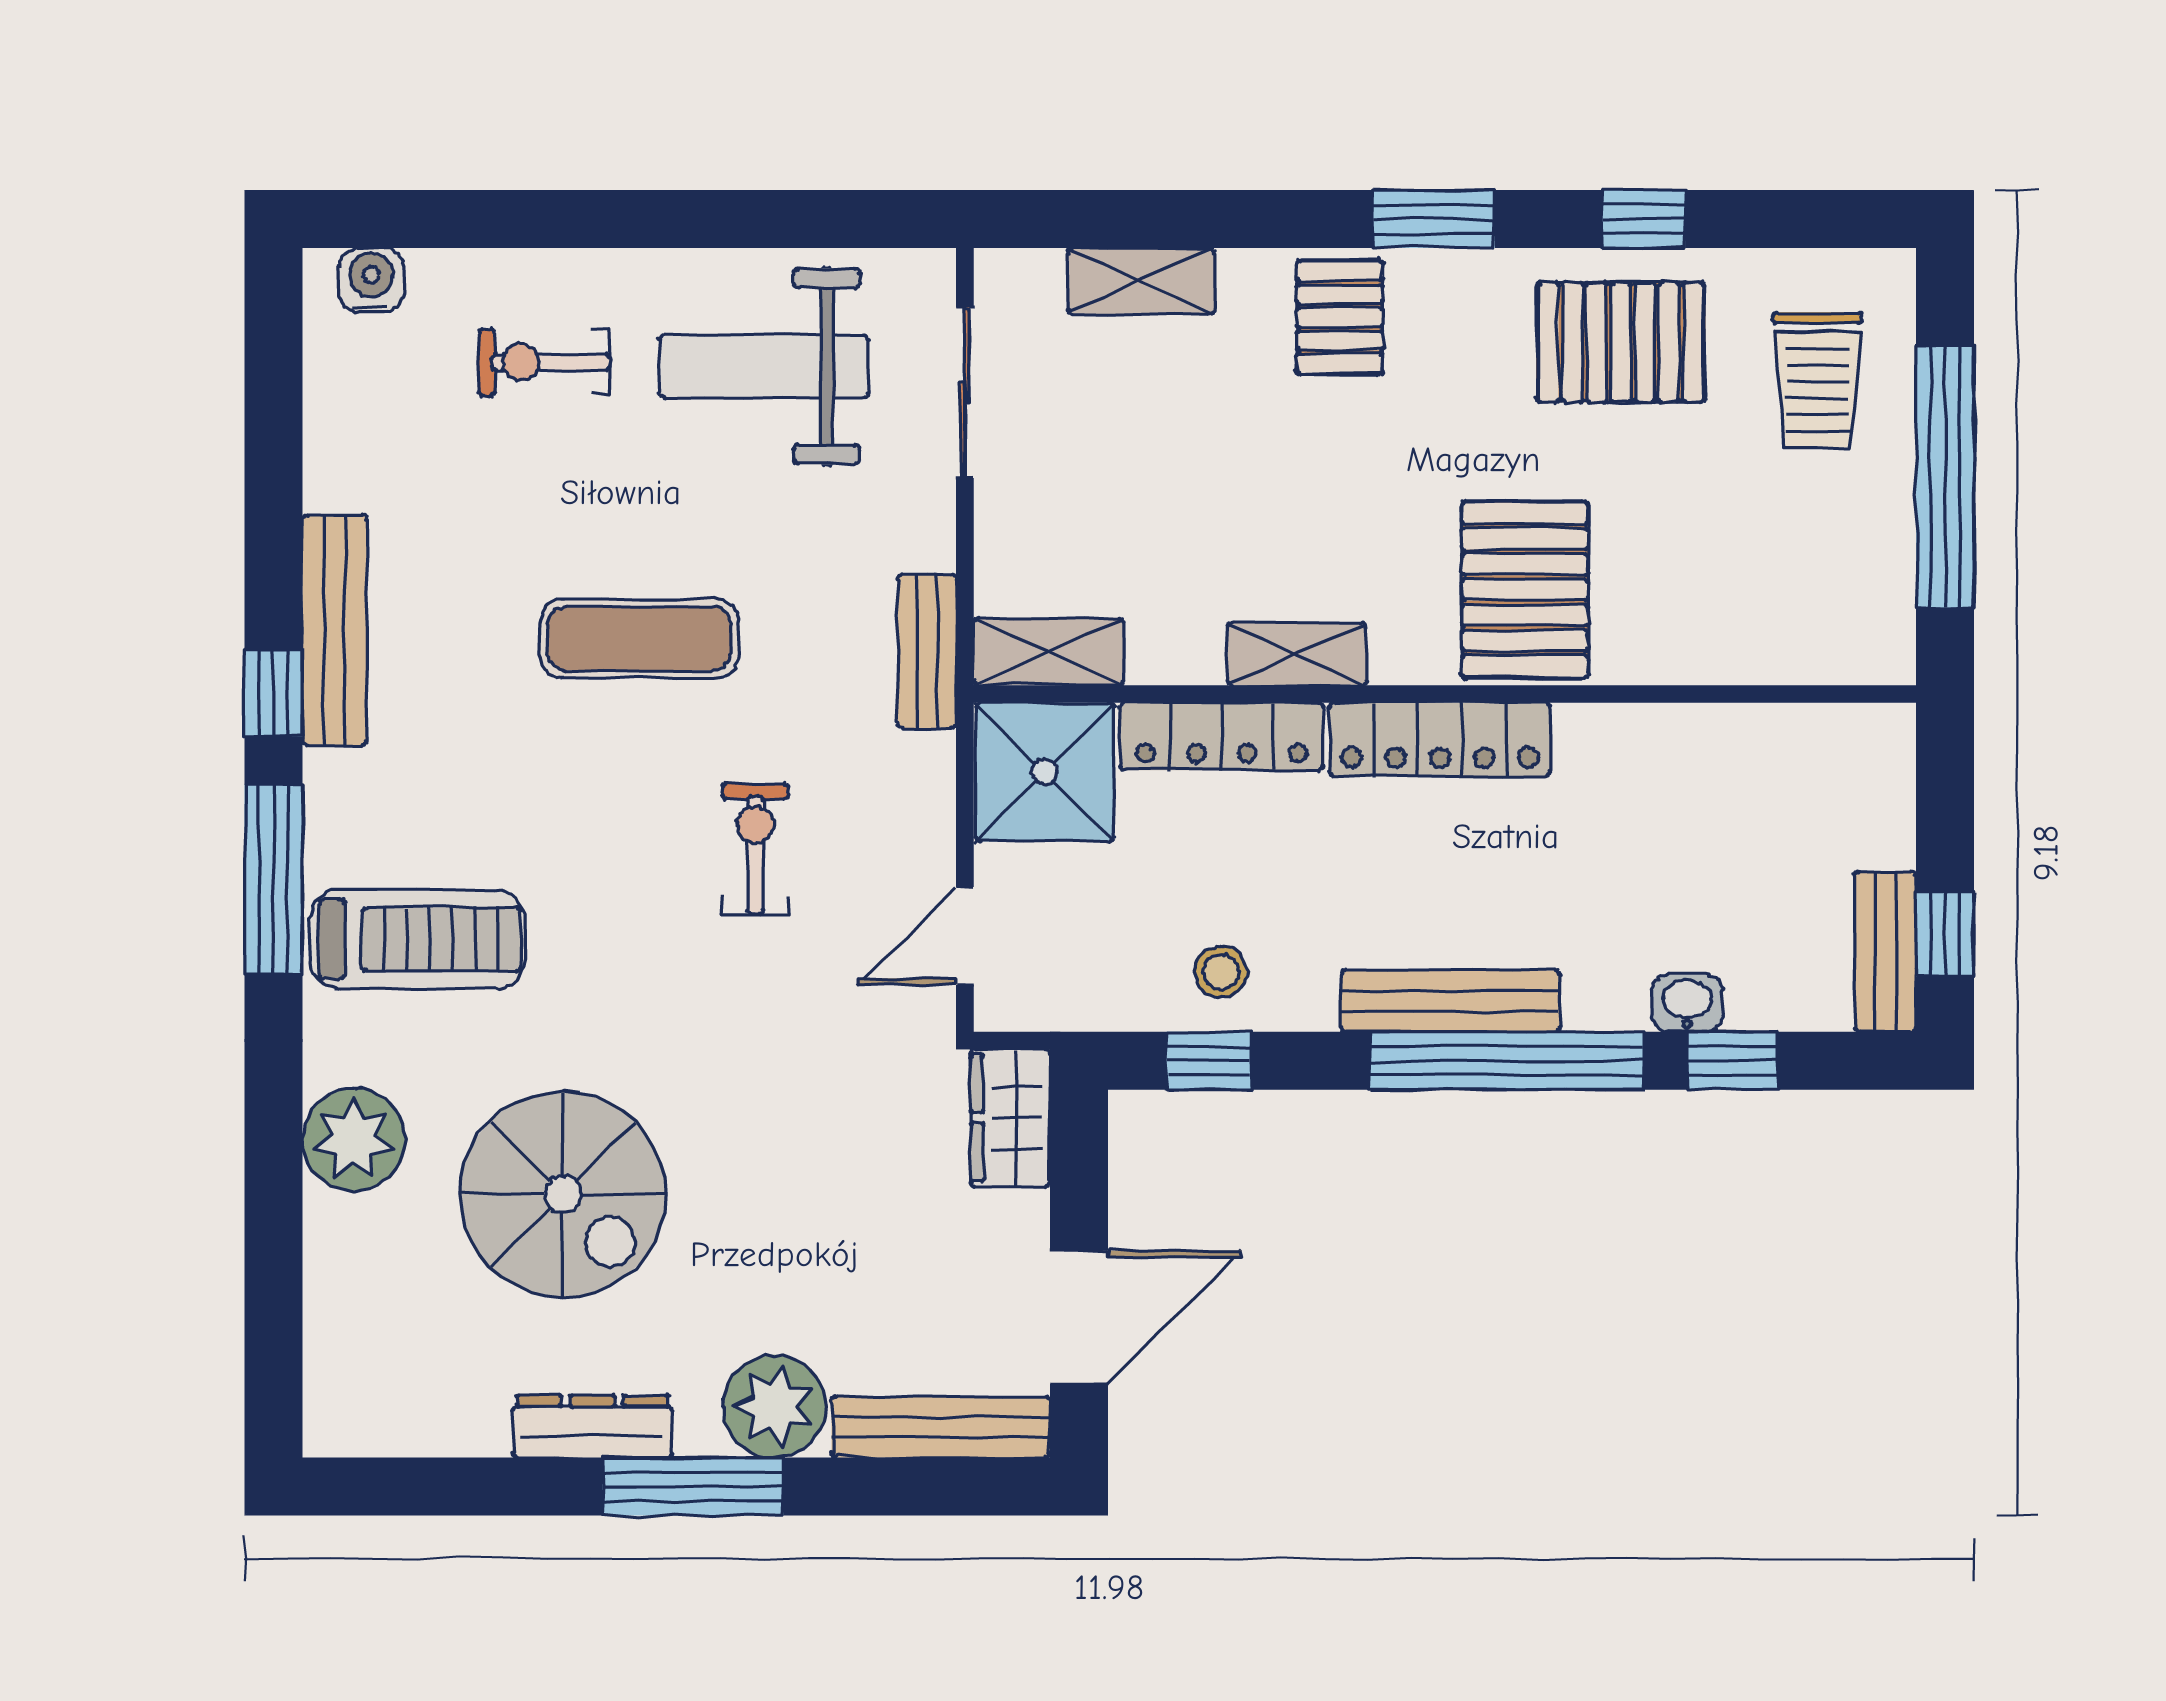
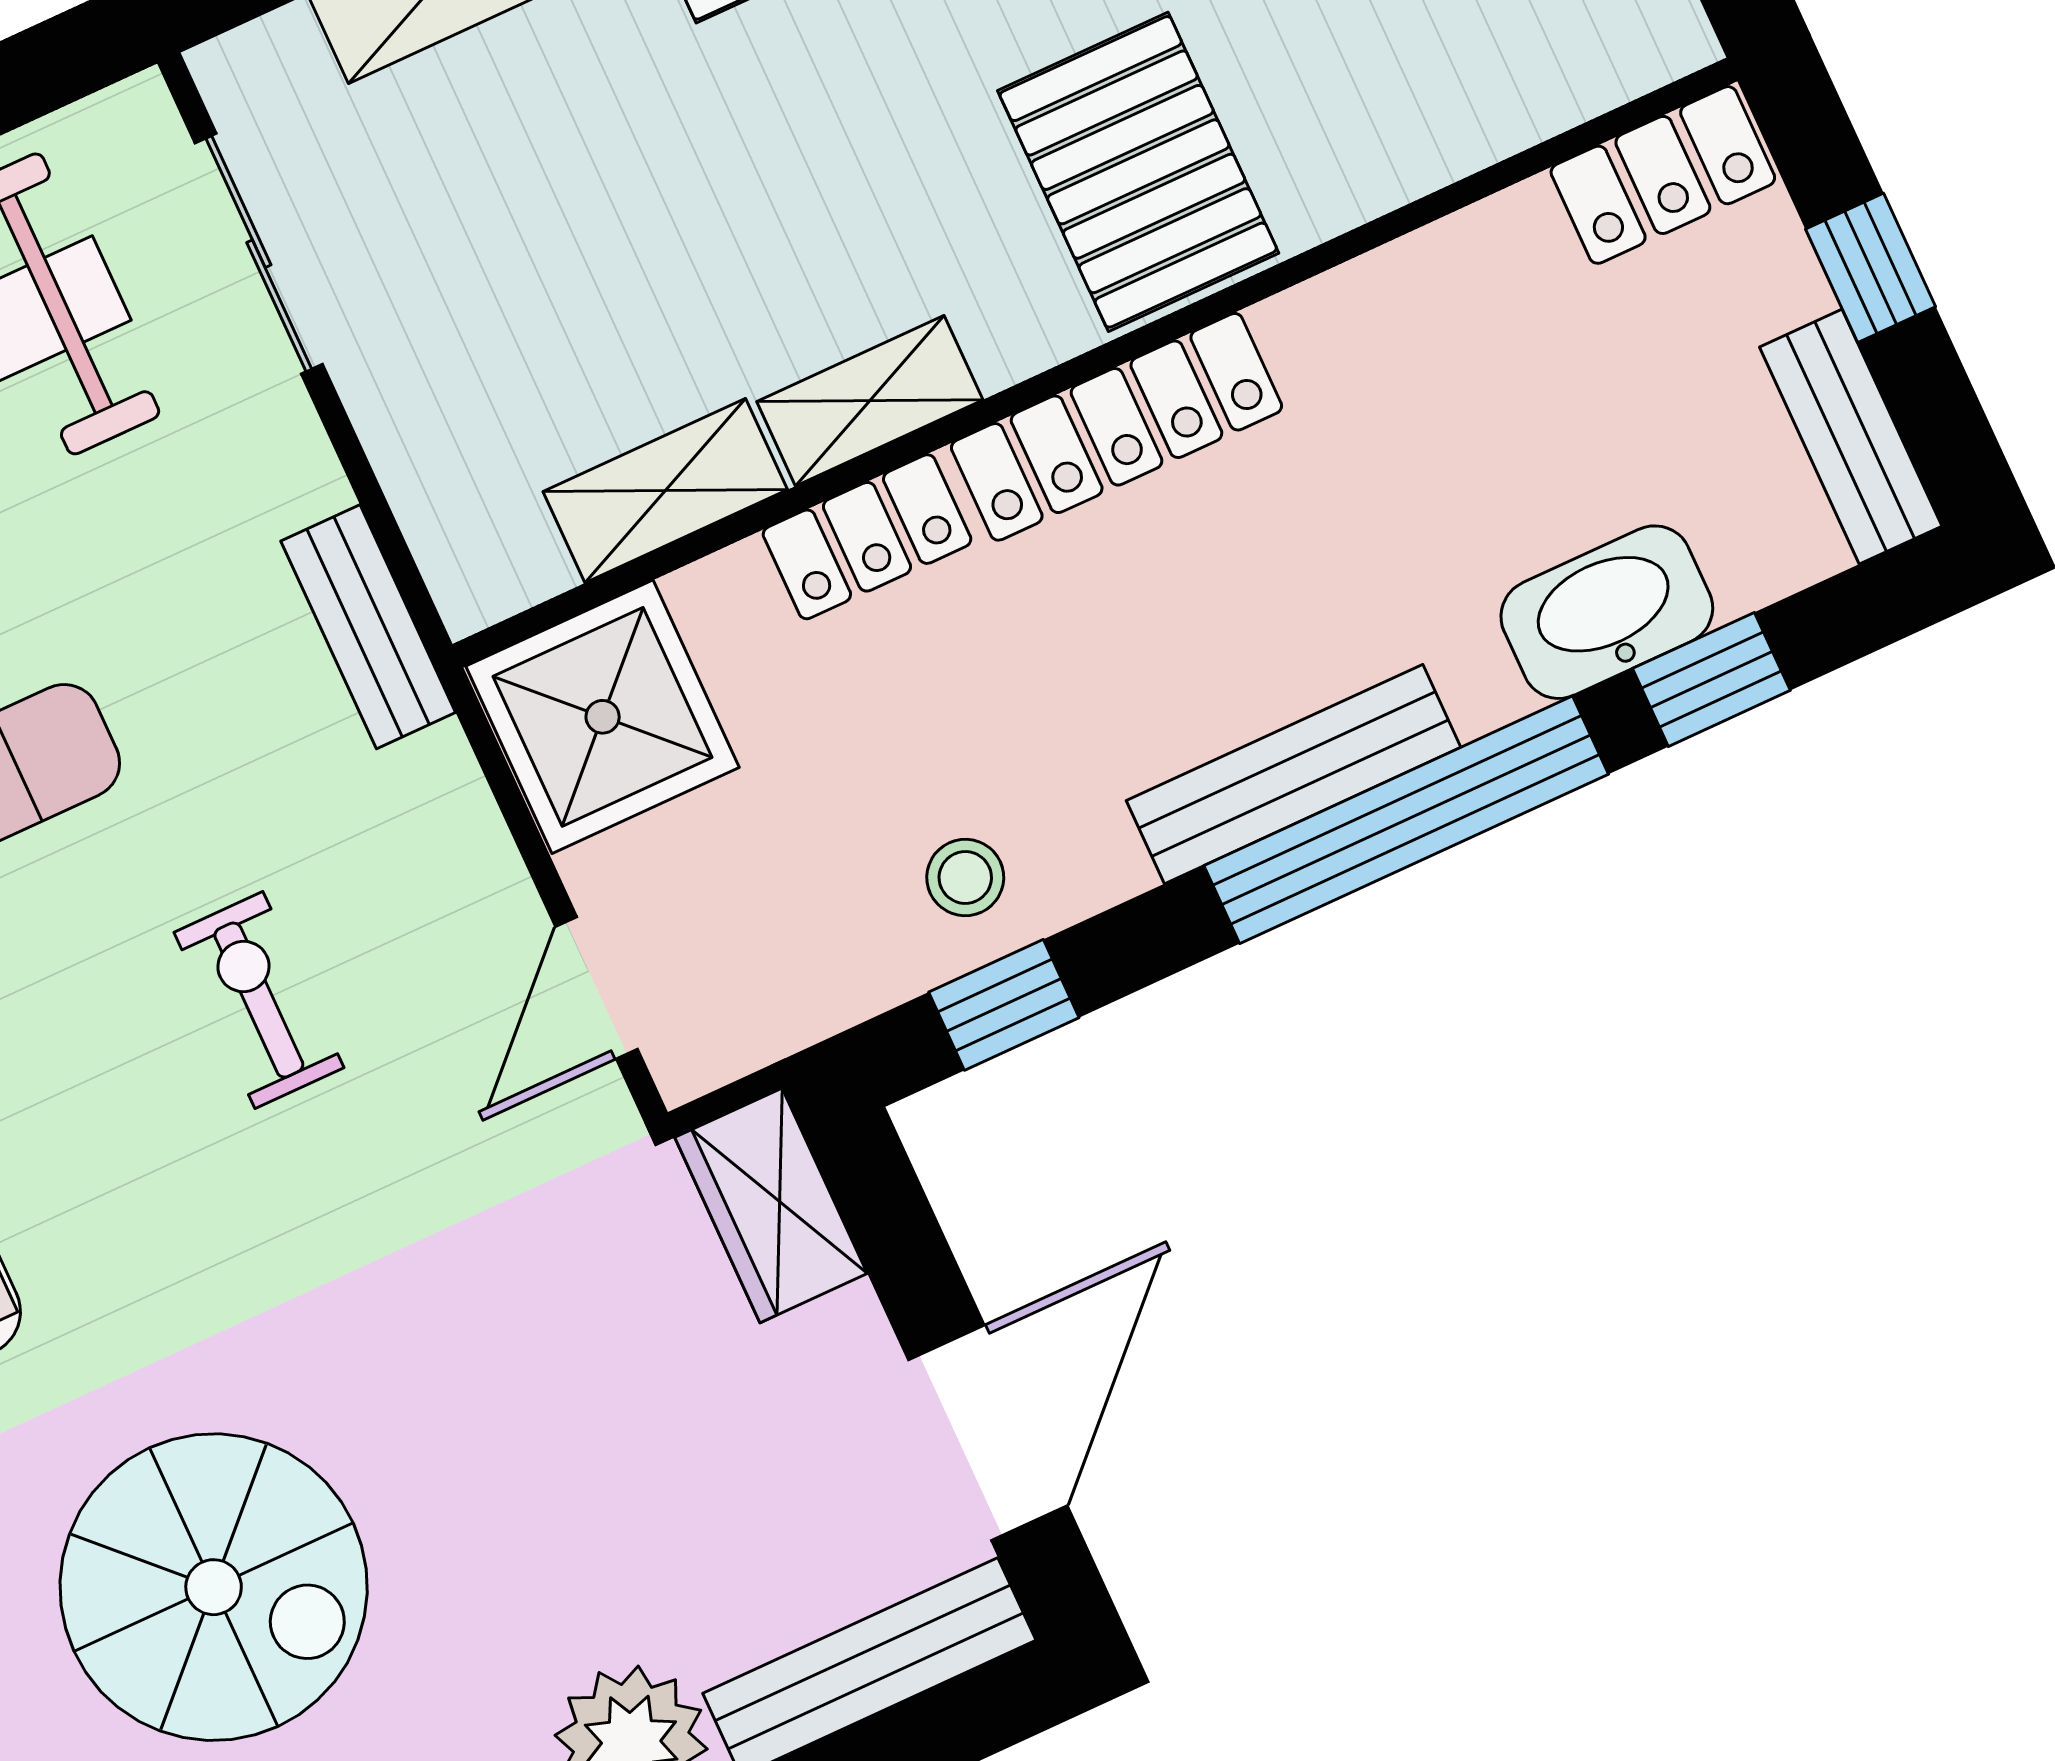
shelving: (1049, 652) -> (665, 491), moved
locker: (1222, 736) -> (867, 537), width x0.66
locker: (1844, 739) -> (1663, 175), added
window: (1945, 934) -> (1871, 268), moved
washbasin: (1687, 1003) -> (1607, 612), width x1.91, depth x1.45

